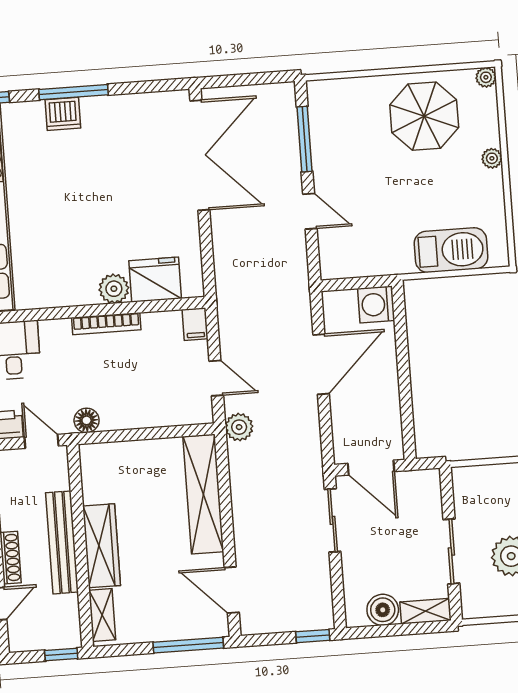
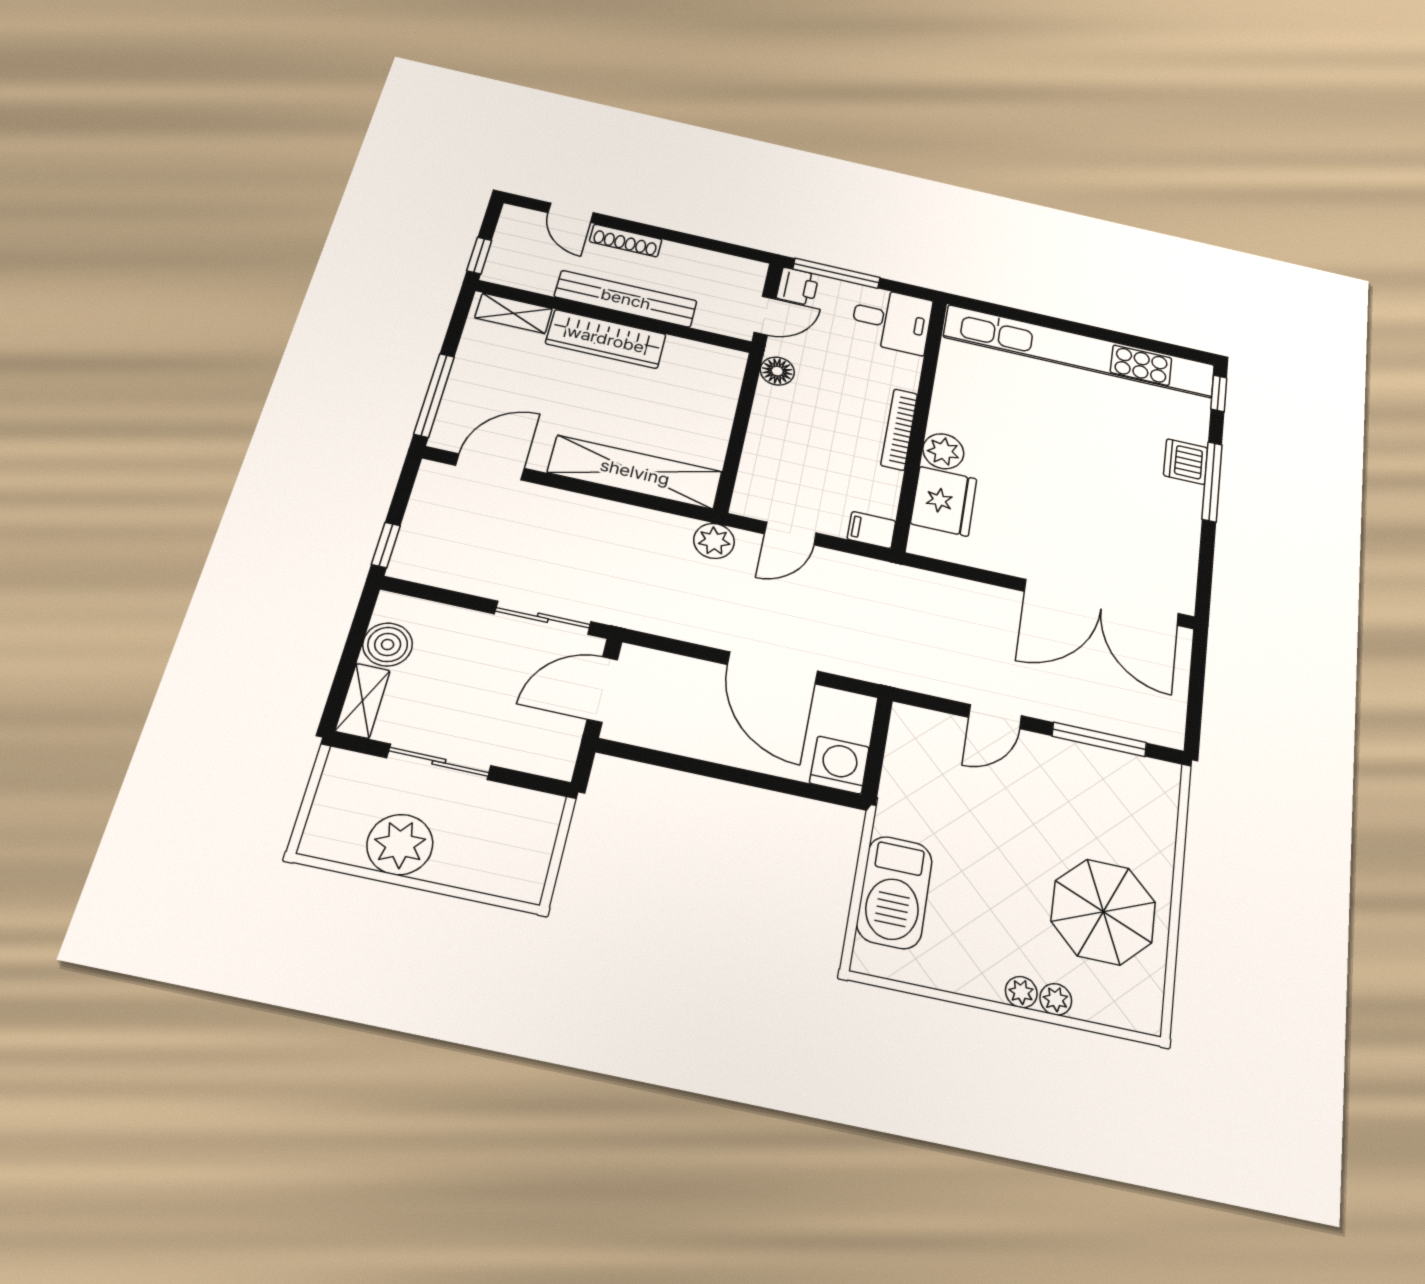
plant: (486, 77) -> (1056, 999), moved

